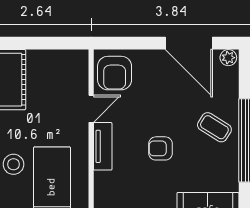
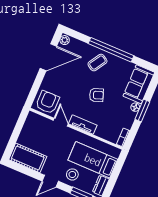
armchair: (115, 73) -> (47, 102), turned -90
armchair: (160, 148) -> (96, 95), turned -110

